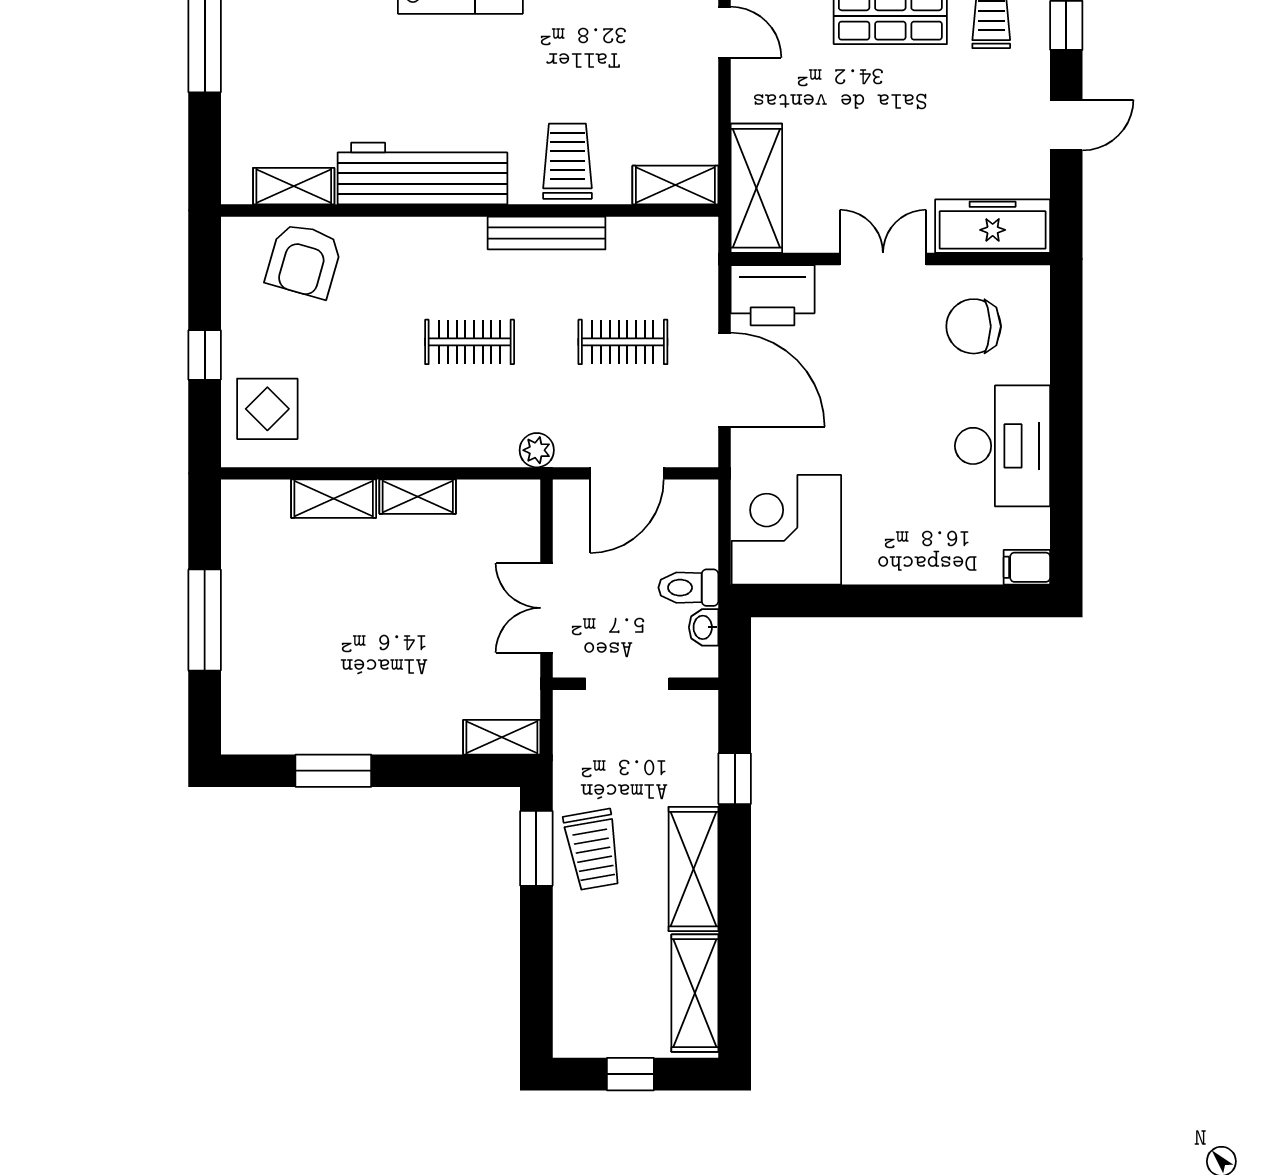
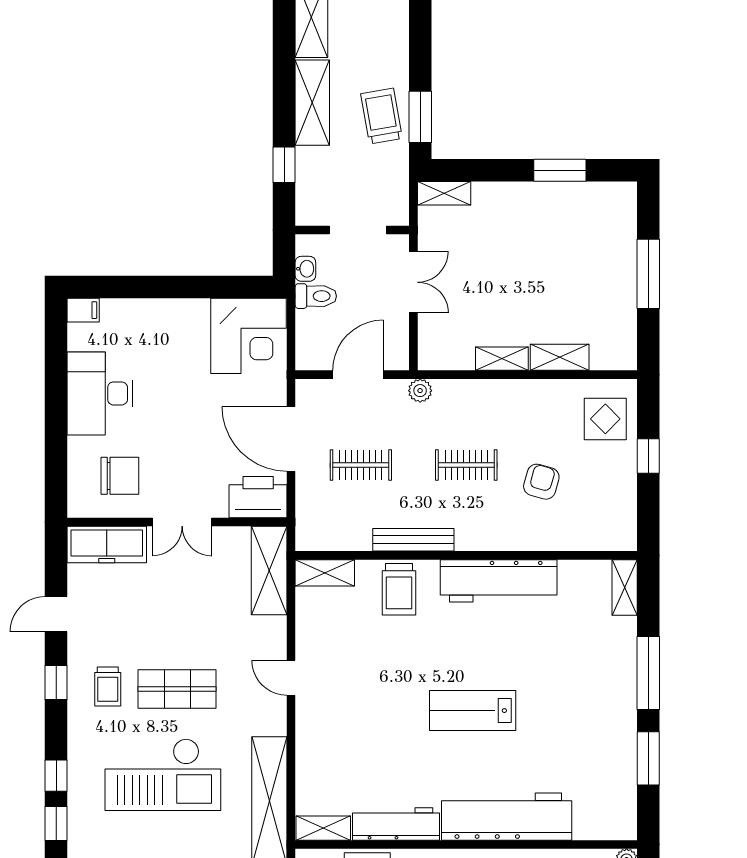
shelving: (294, 186) -> (625, 587), moved, turned 90
armchair: (304, 260) -> (541, 482), moved, width x0.72, depth x0.72

